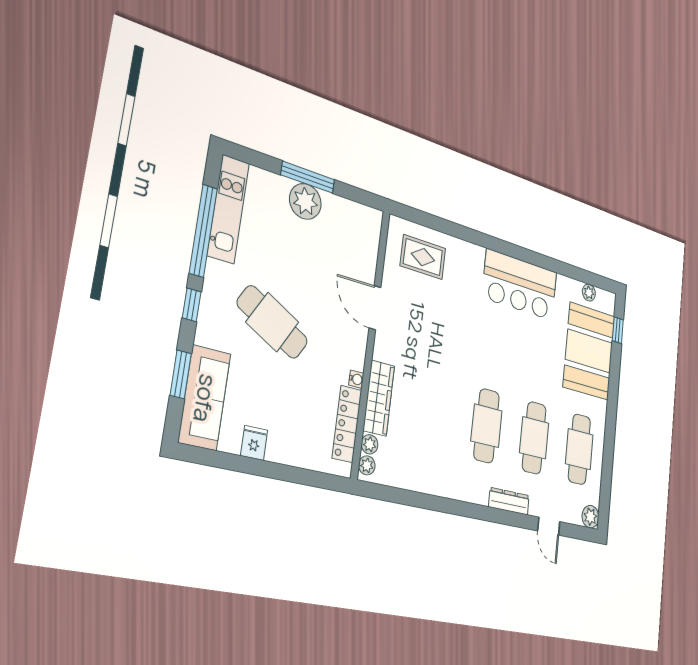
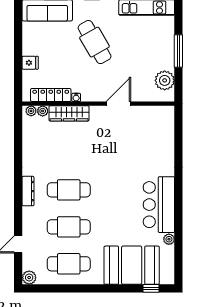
plant: (305, 201) -> (165, 80), moved
rug: (423, 257) -> (156, 132), removed
plant: (589, 293) -> (169, 239), moved
cafe table: (272, 322) -> (95, 42), turned -59
fridge: (254, 443) -> (30, 63), moved
dresser: (509, 501) -> (28, 191), moved

